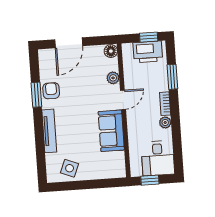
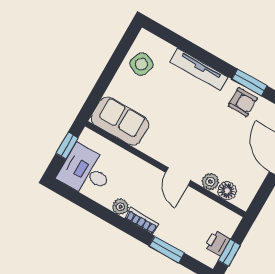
floor lamp: (111, 51) -> (227, 191), moved
printer: (148, 52) -> (217, 243), width x0.53, depth x0.68
sofa: (111, 131) -> (120, 121), moved

